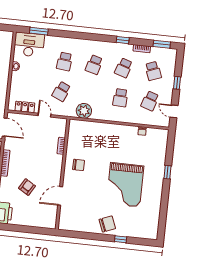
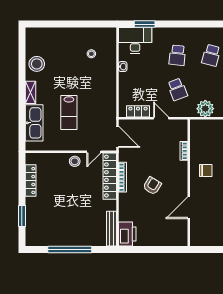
school desk: (61, 91) -> (177, 89), turned -45
armchair: (27, 187) -> (152, 186), moved

